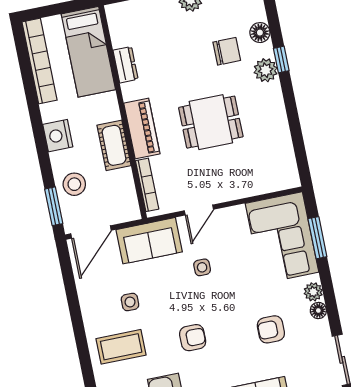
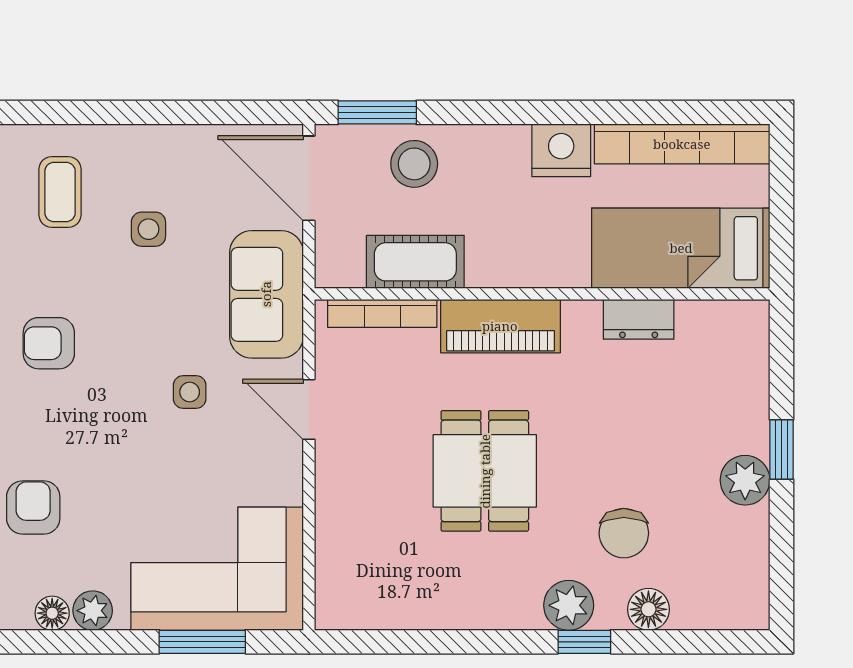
nightstand: (58, 136) -> (561, 150), moved
cot: (114, 145) -> (415, 262), moved
armchair: (193, 338) -> (49, 343), turned 90
coffee table: (121, 347) -> (60, 192), width x0.73, depth x0.77

